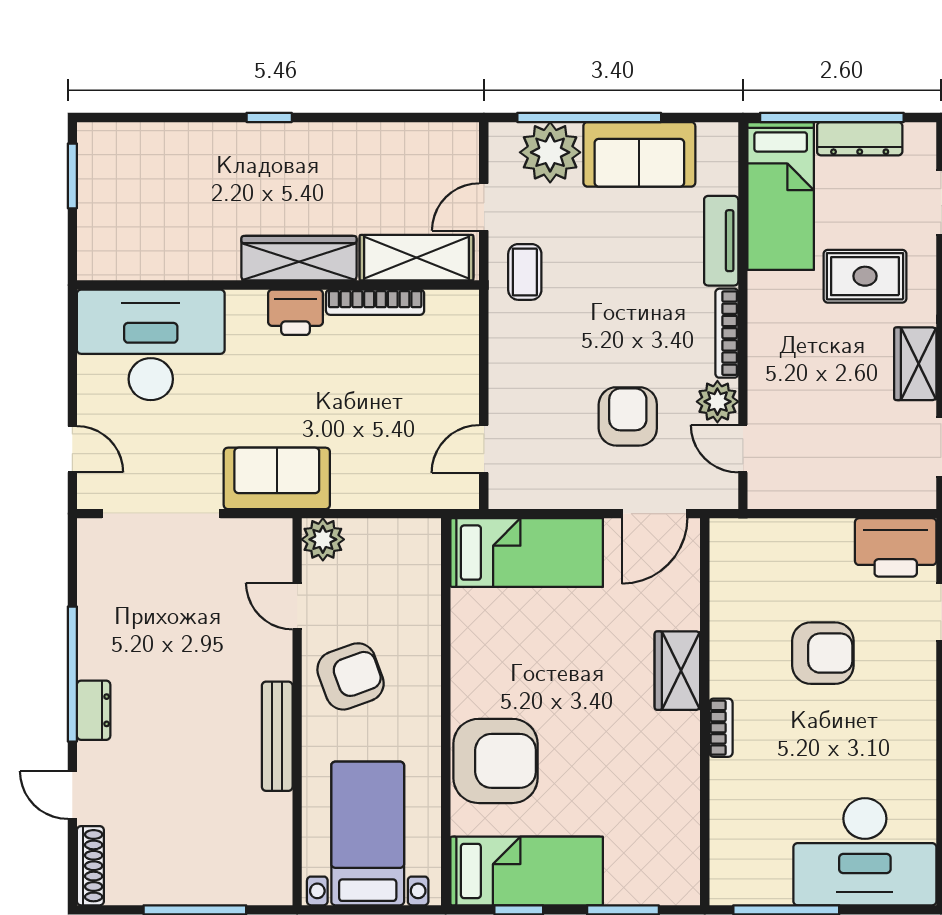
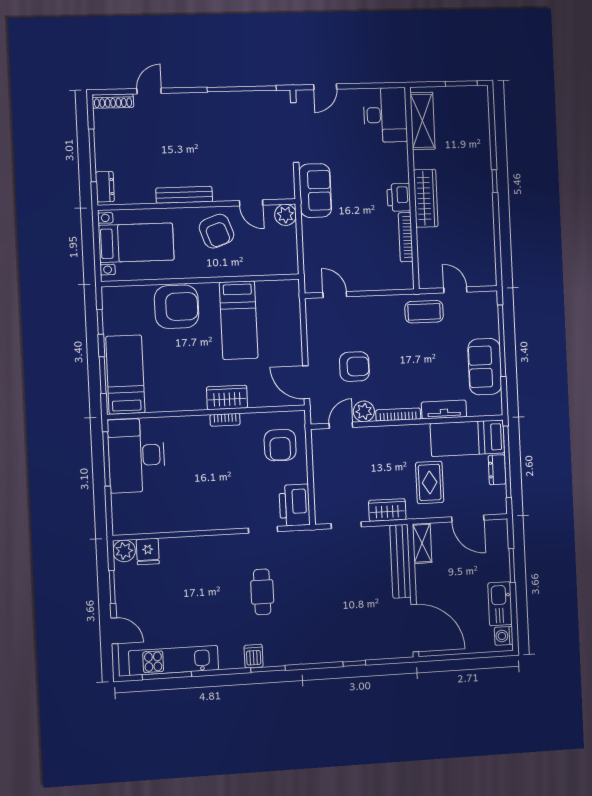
dresser: (860, 139) -> (497, 470), width x0.70
plant: (550, 152) -> (484, 322), removed
shelving: (416, 258) -> (423, 121), moved
coffee table: (525, 272) -> (424, 312), width x1.36, depth x1.30
desk: (151, 345) -> (385, 115), width x0.73, depth x0.77
bed: (527, 553) -> (239, 320), moved
door: (297, 606) -> (251, 203), swing flipped
armchair: (823, 653) -> (280, 445), moved
window: (72, 674) -> (242, 89), moved
dresser: (94, 710) -> (105, 187), moved, turned -90
bookcase: (721, 728) -> (225, 420), moved
armchair: (495, 761) -> (177, 307), turned -90
desk: (865, 852) -> (136, 455), moved
bed: (527, 871) -> (125, 375), moved, turned 180

